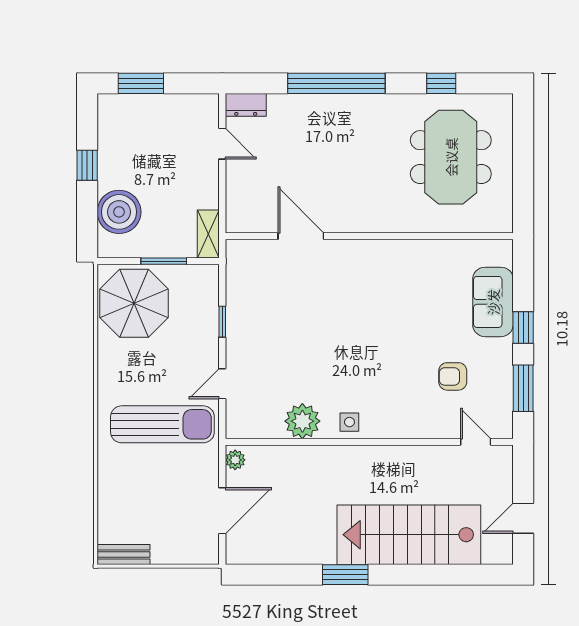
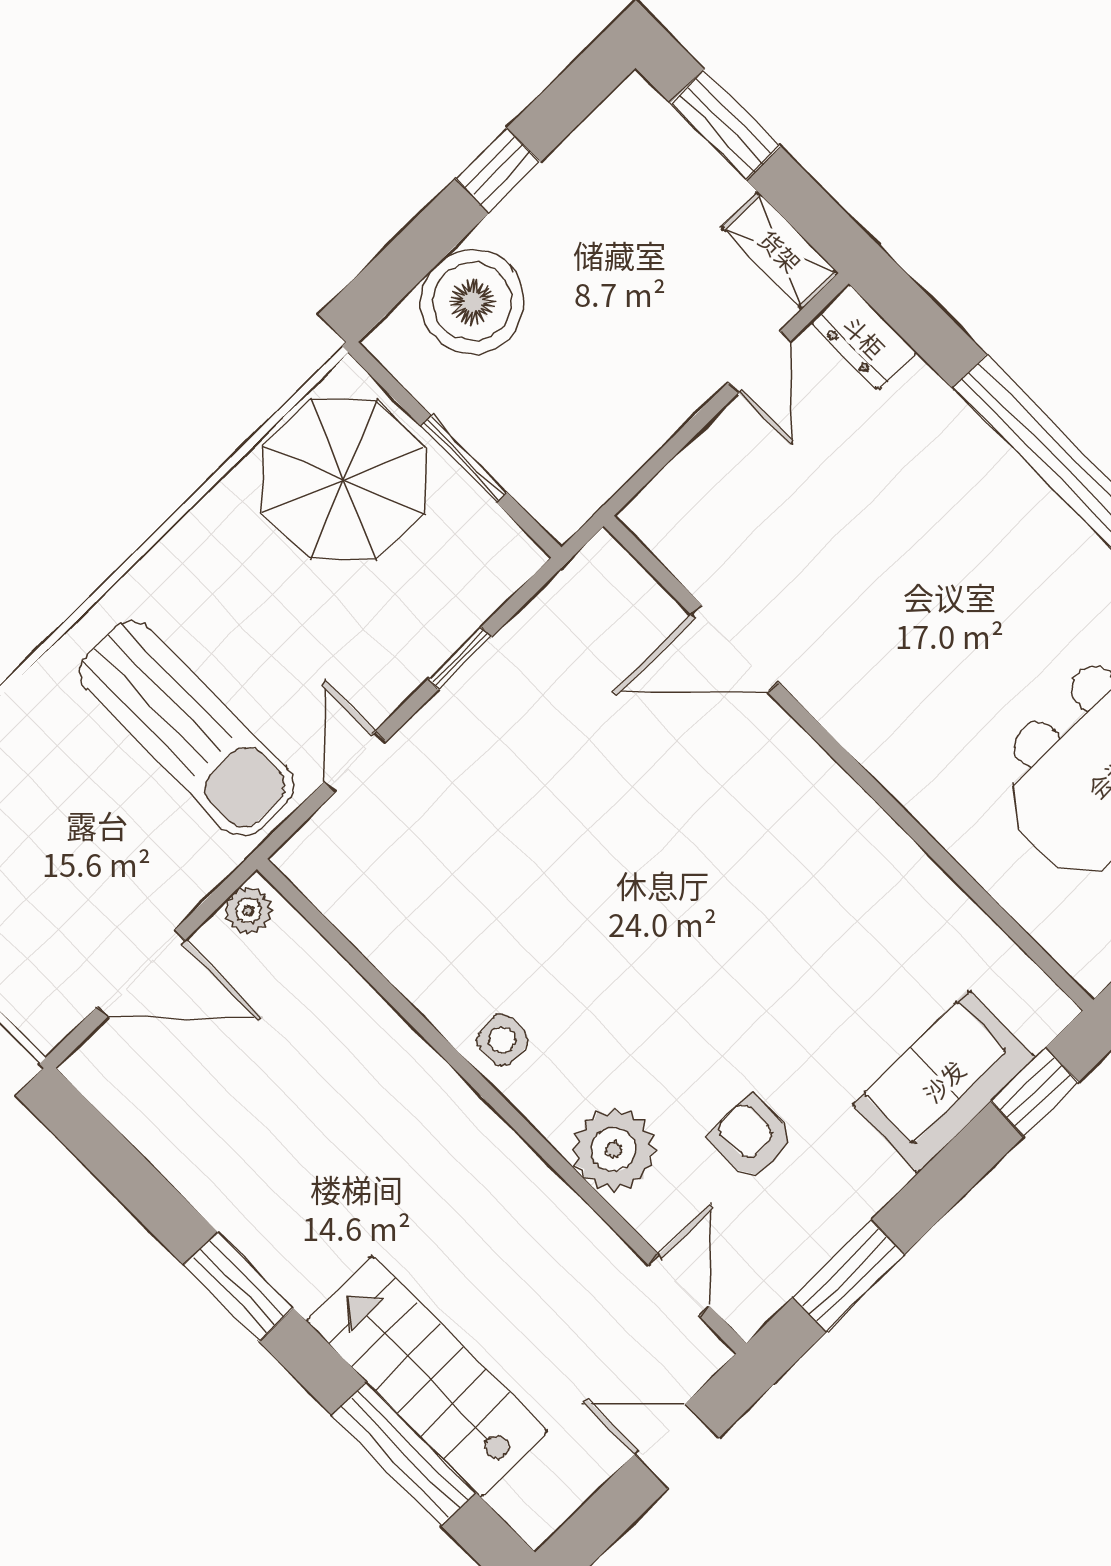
shelving: (208, 234) -> (780, 251), moved, turned 90
door: (301, 236) -> (735, 648), swing flipped
window: (523, 327) -> (1035, 1092), moved
door: (222, 384) -> (355, 762), hinge flipped
plant: (302, 421) -> (614, 1150), moved
door: (523, 518) -> (676, 1446), moved
stairs: (409, 535) -> (427, 1376), width x0.73, depth x0.66
window: (444, 575) -> (404, 1454), added

